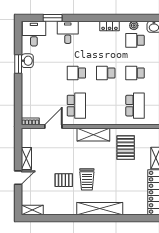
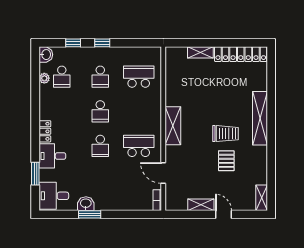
locker: (110, 26) -> (45, 131), moved
pallet: (126, 148) -> (188, 88), removed

